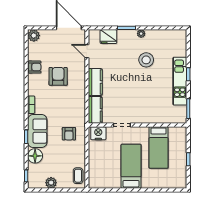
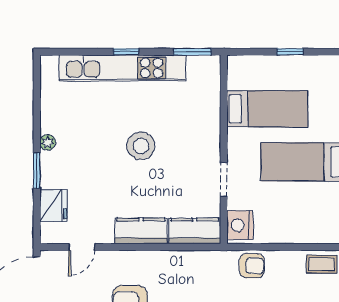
stool: (146, 60) -> (141, 146), moved
kitchen unit: (180, 81) -> (122, 68), width x1.36
armchair: (69, 134) -> (252, 266), moved

